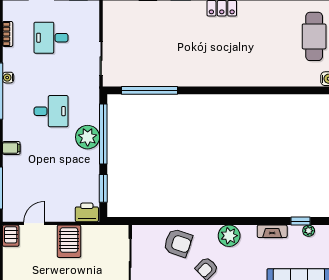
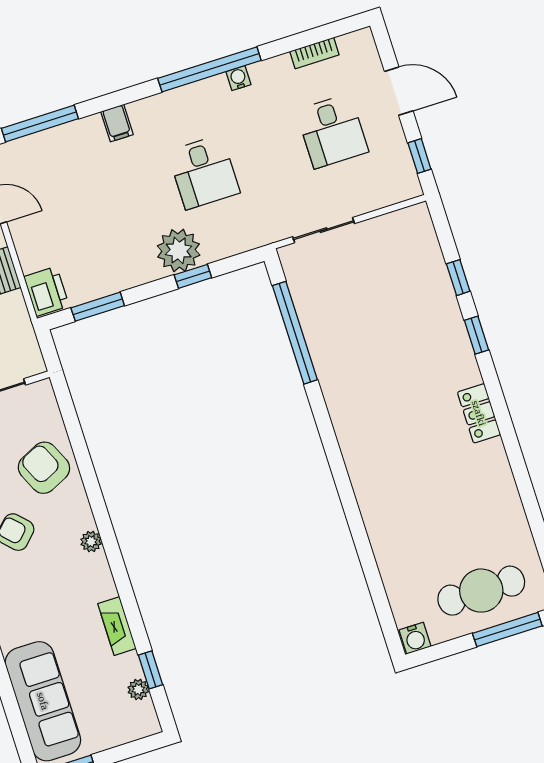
desk: (51, 38) -> (332, 131), turned 180
window: (103, 134) -> (193, 276), width x0.32
plant: (229, 236) -> (91, 542), width x0.53, depth x0.53
armchair: (178, 243) -> (44, 468), turned 136

